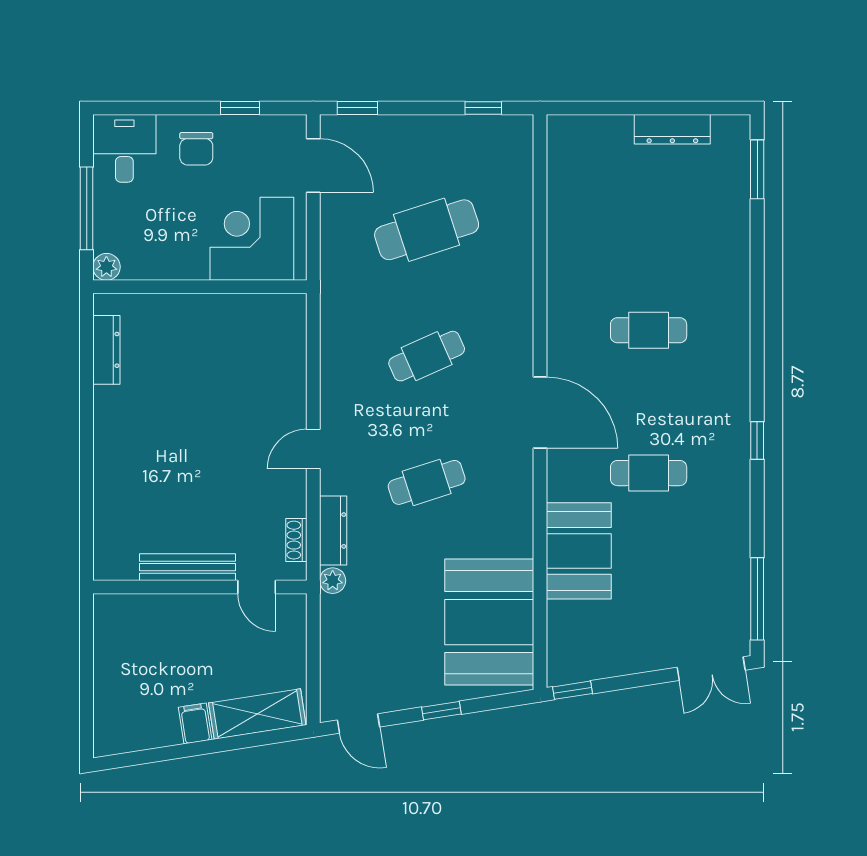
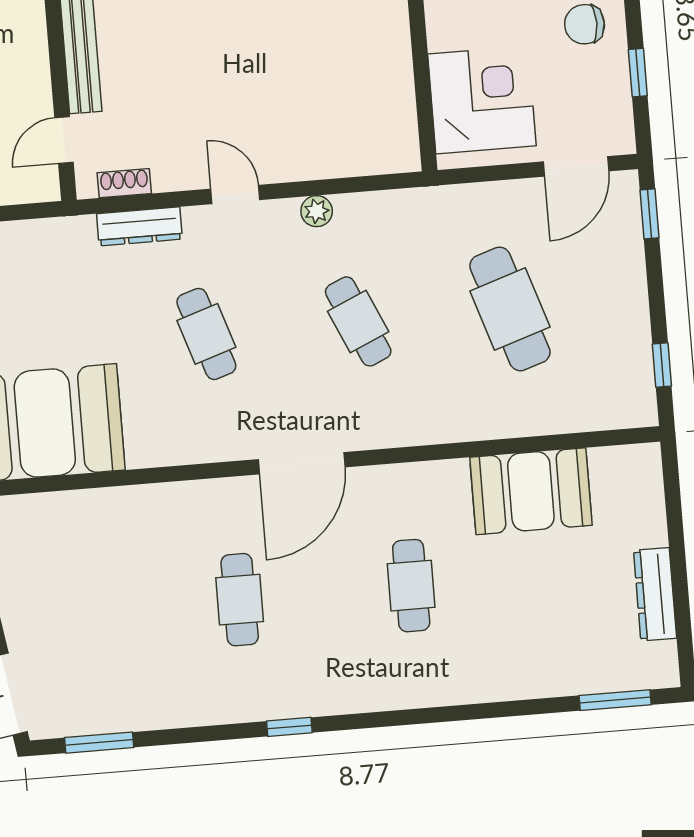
booth: (579, 551) -> (531, 491), moved
plant: (333, 581) -> (317, 211), moved
window: (757, 599) -> (99, 743), width x0.69

